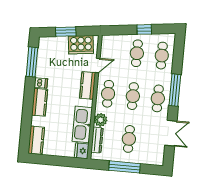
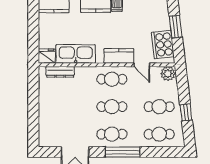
plant: (101, 120) -> (168, 74), moved
cafe table: (129, 139) -> (64, 107), removed
window: (124, 167) -> (33, 105), removed

